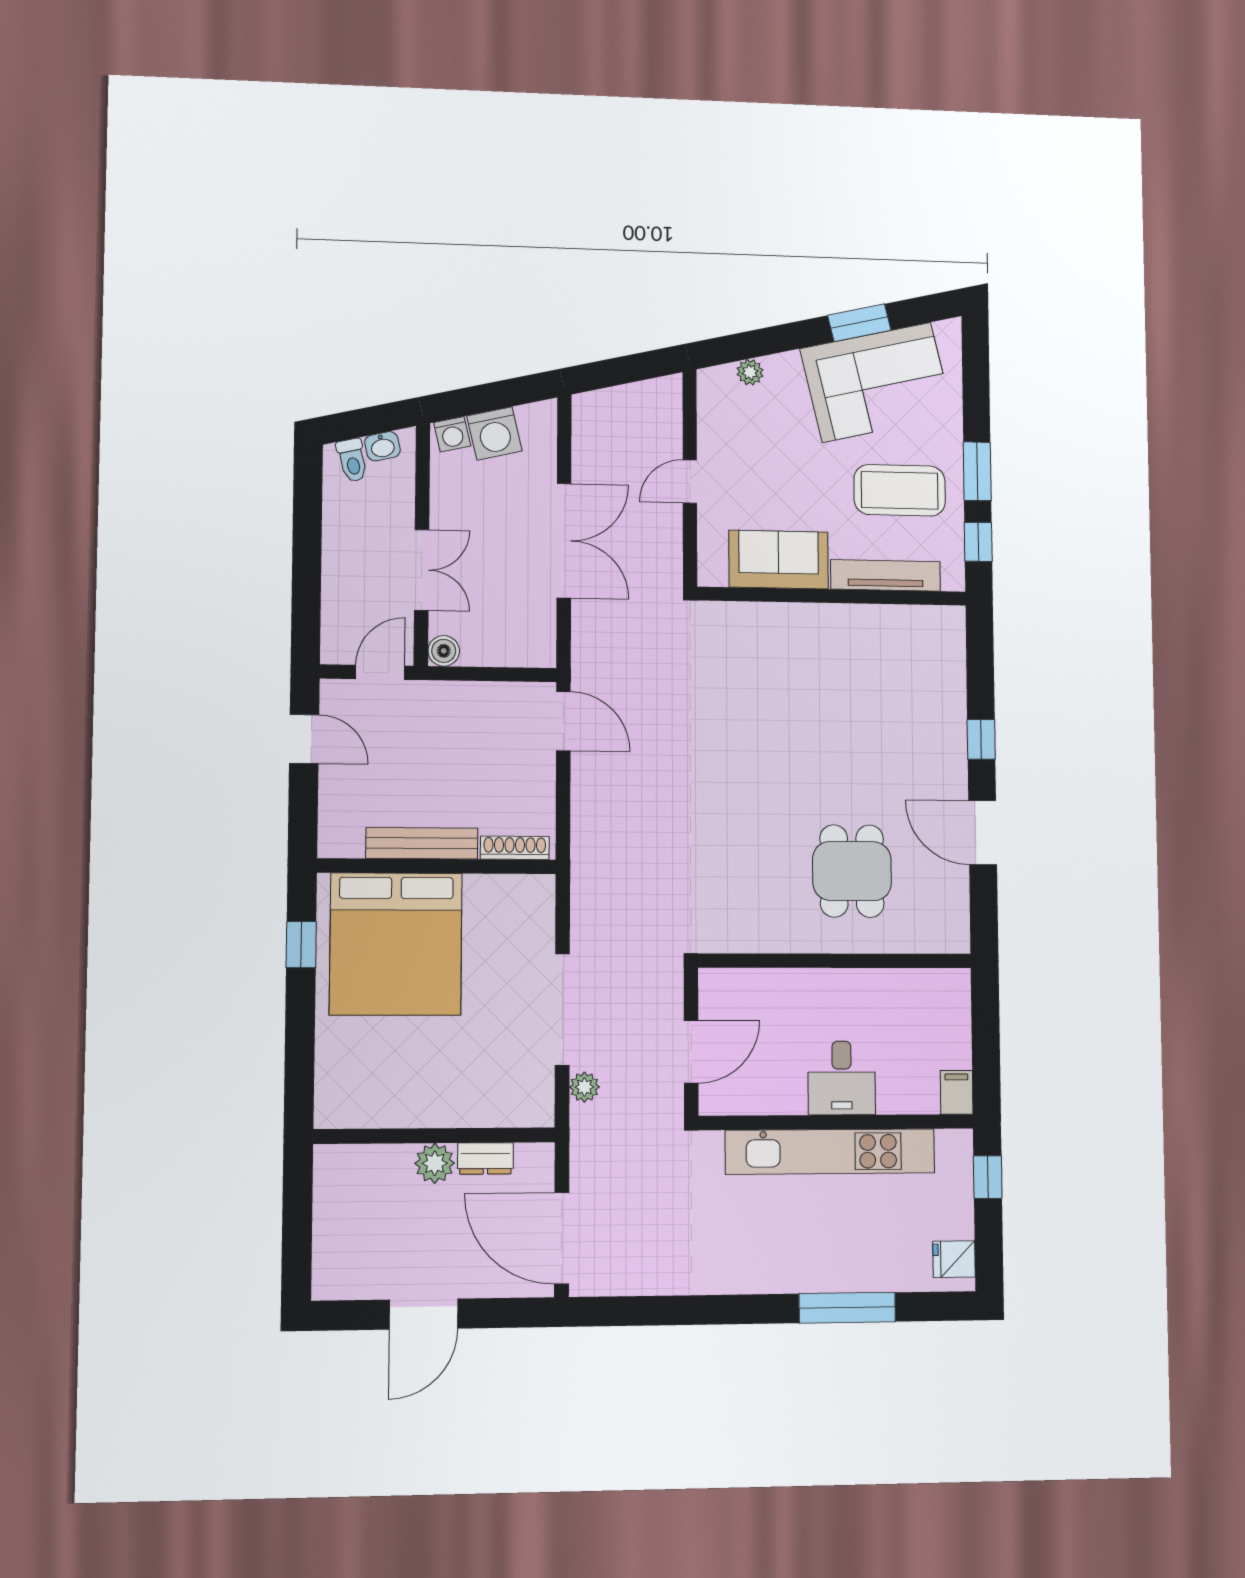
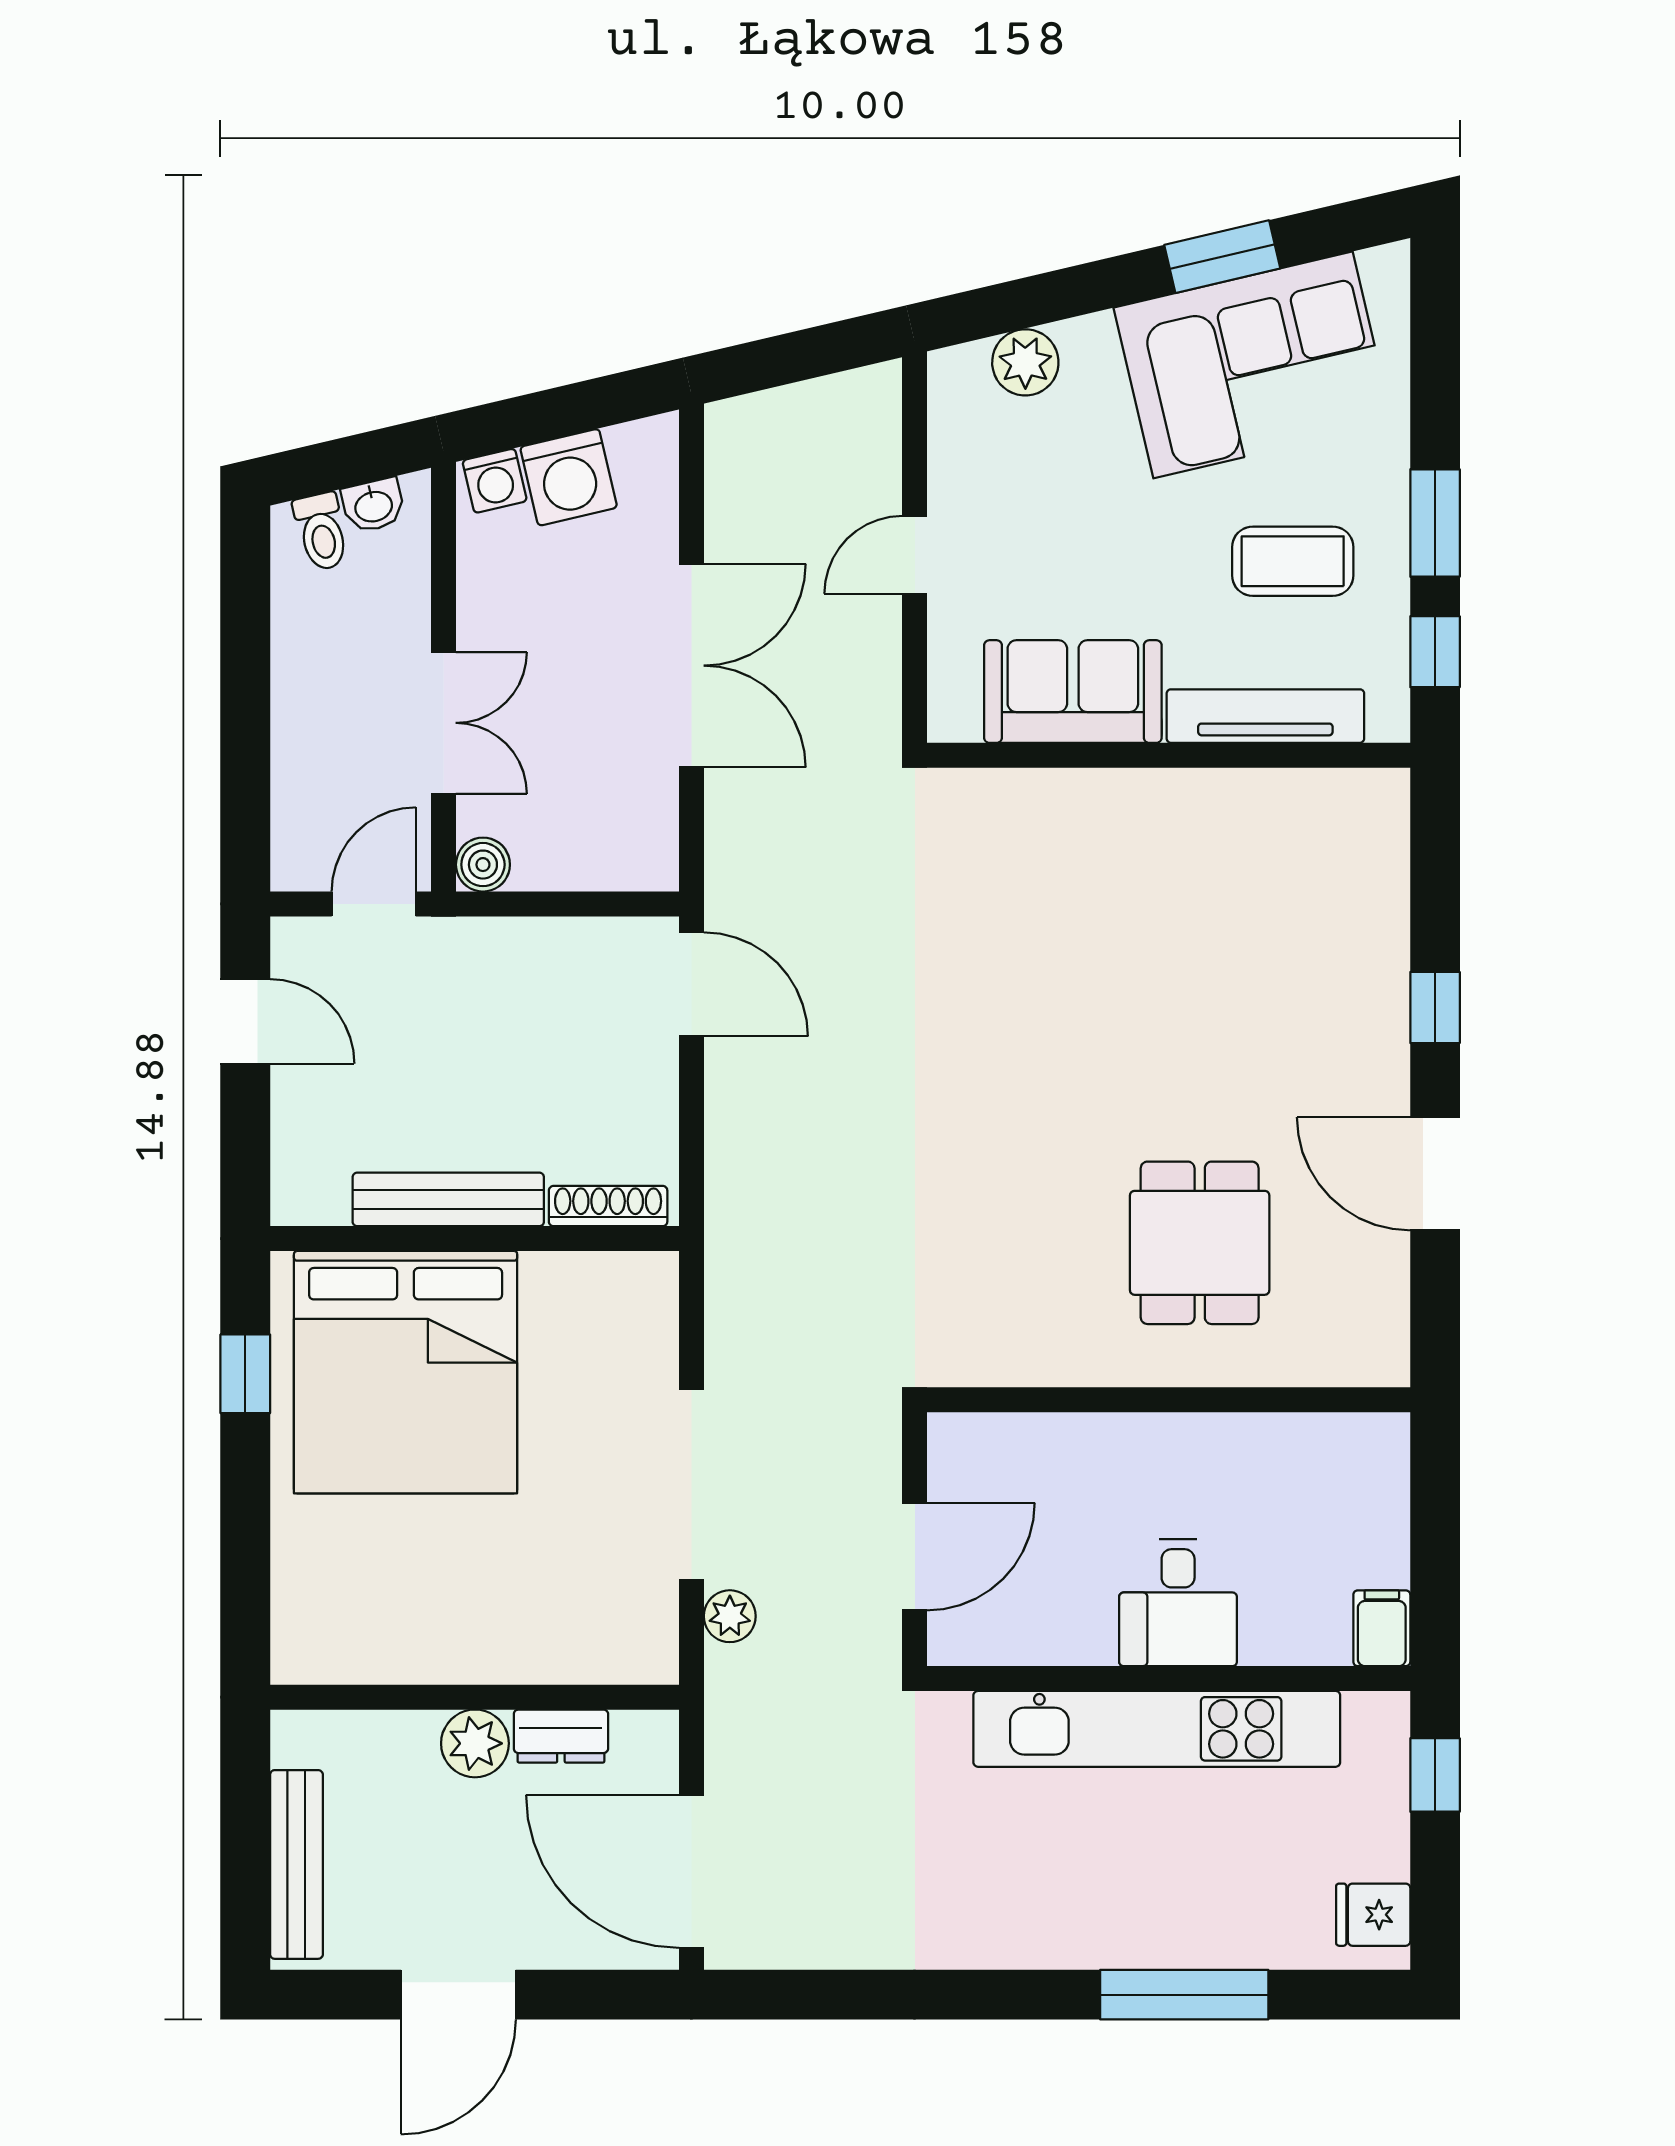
plant: (750, 372) -> (1025, 362), width x1.38, depth x1.38
coffee table: (900, 490) -> (1293, 561), width x0.73, depth x0.76
bench: (328, 1237) -> (296, 1864), added

